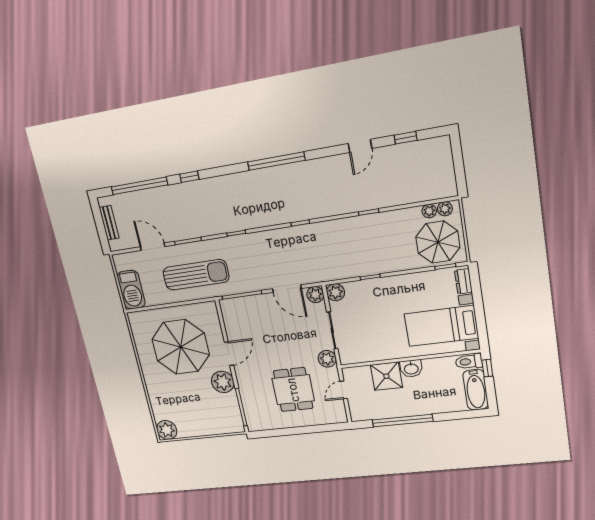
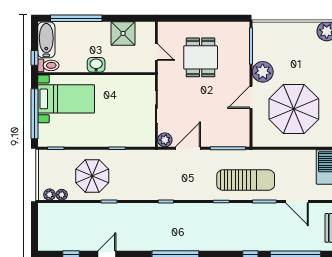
parasol: (438, 242) -> (92, 176), moved
sun lounger: (196, 275) -> (246, 180), moved, turned 180
dresser: (463, 281) -> (43, 134), removed
door: (287, 289) -> (188, 148), hinge flipped
plant: (336, 292) -> (148, 139), removed
window: (478, 304) -> (34, 114), added
plant: (327, 359) -> (165, 82), removed
shower: (386, 376) -> (123, 33), moved
door: (344, 390) -> (156, 52), hinge flipped
window: (403, 421) -> (76, 18), moved

